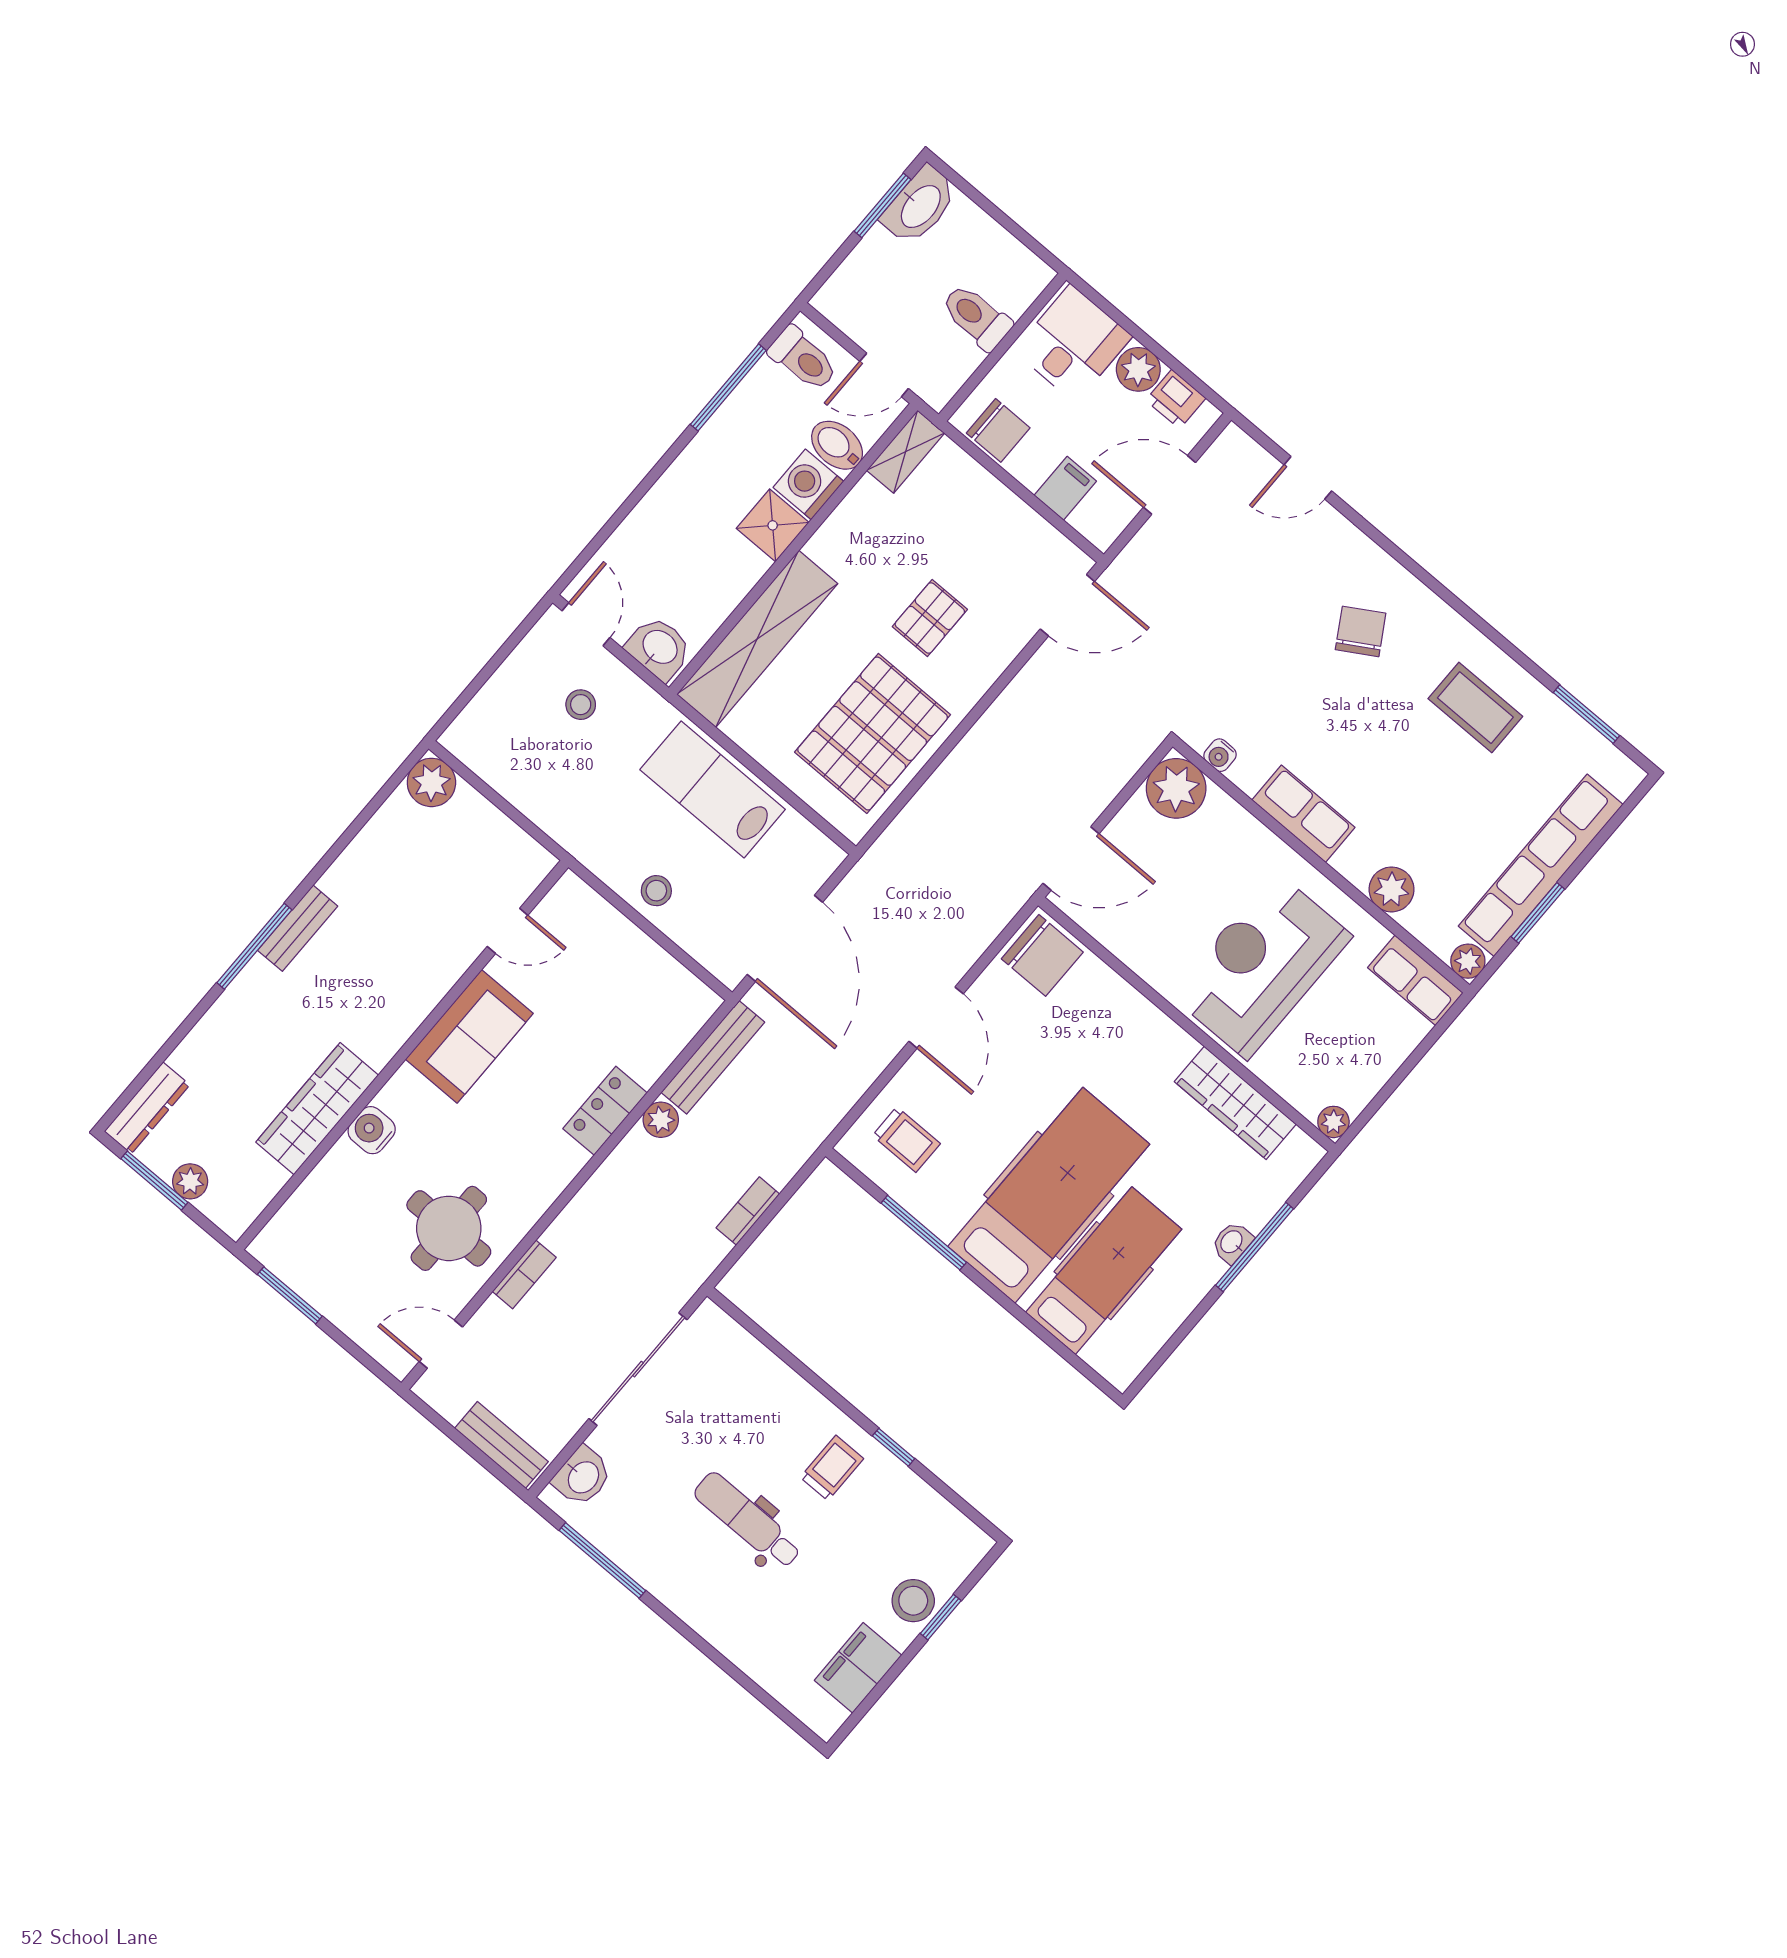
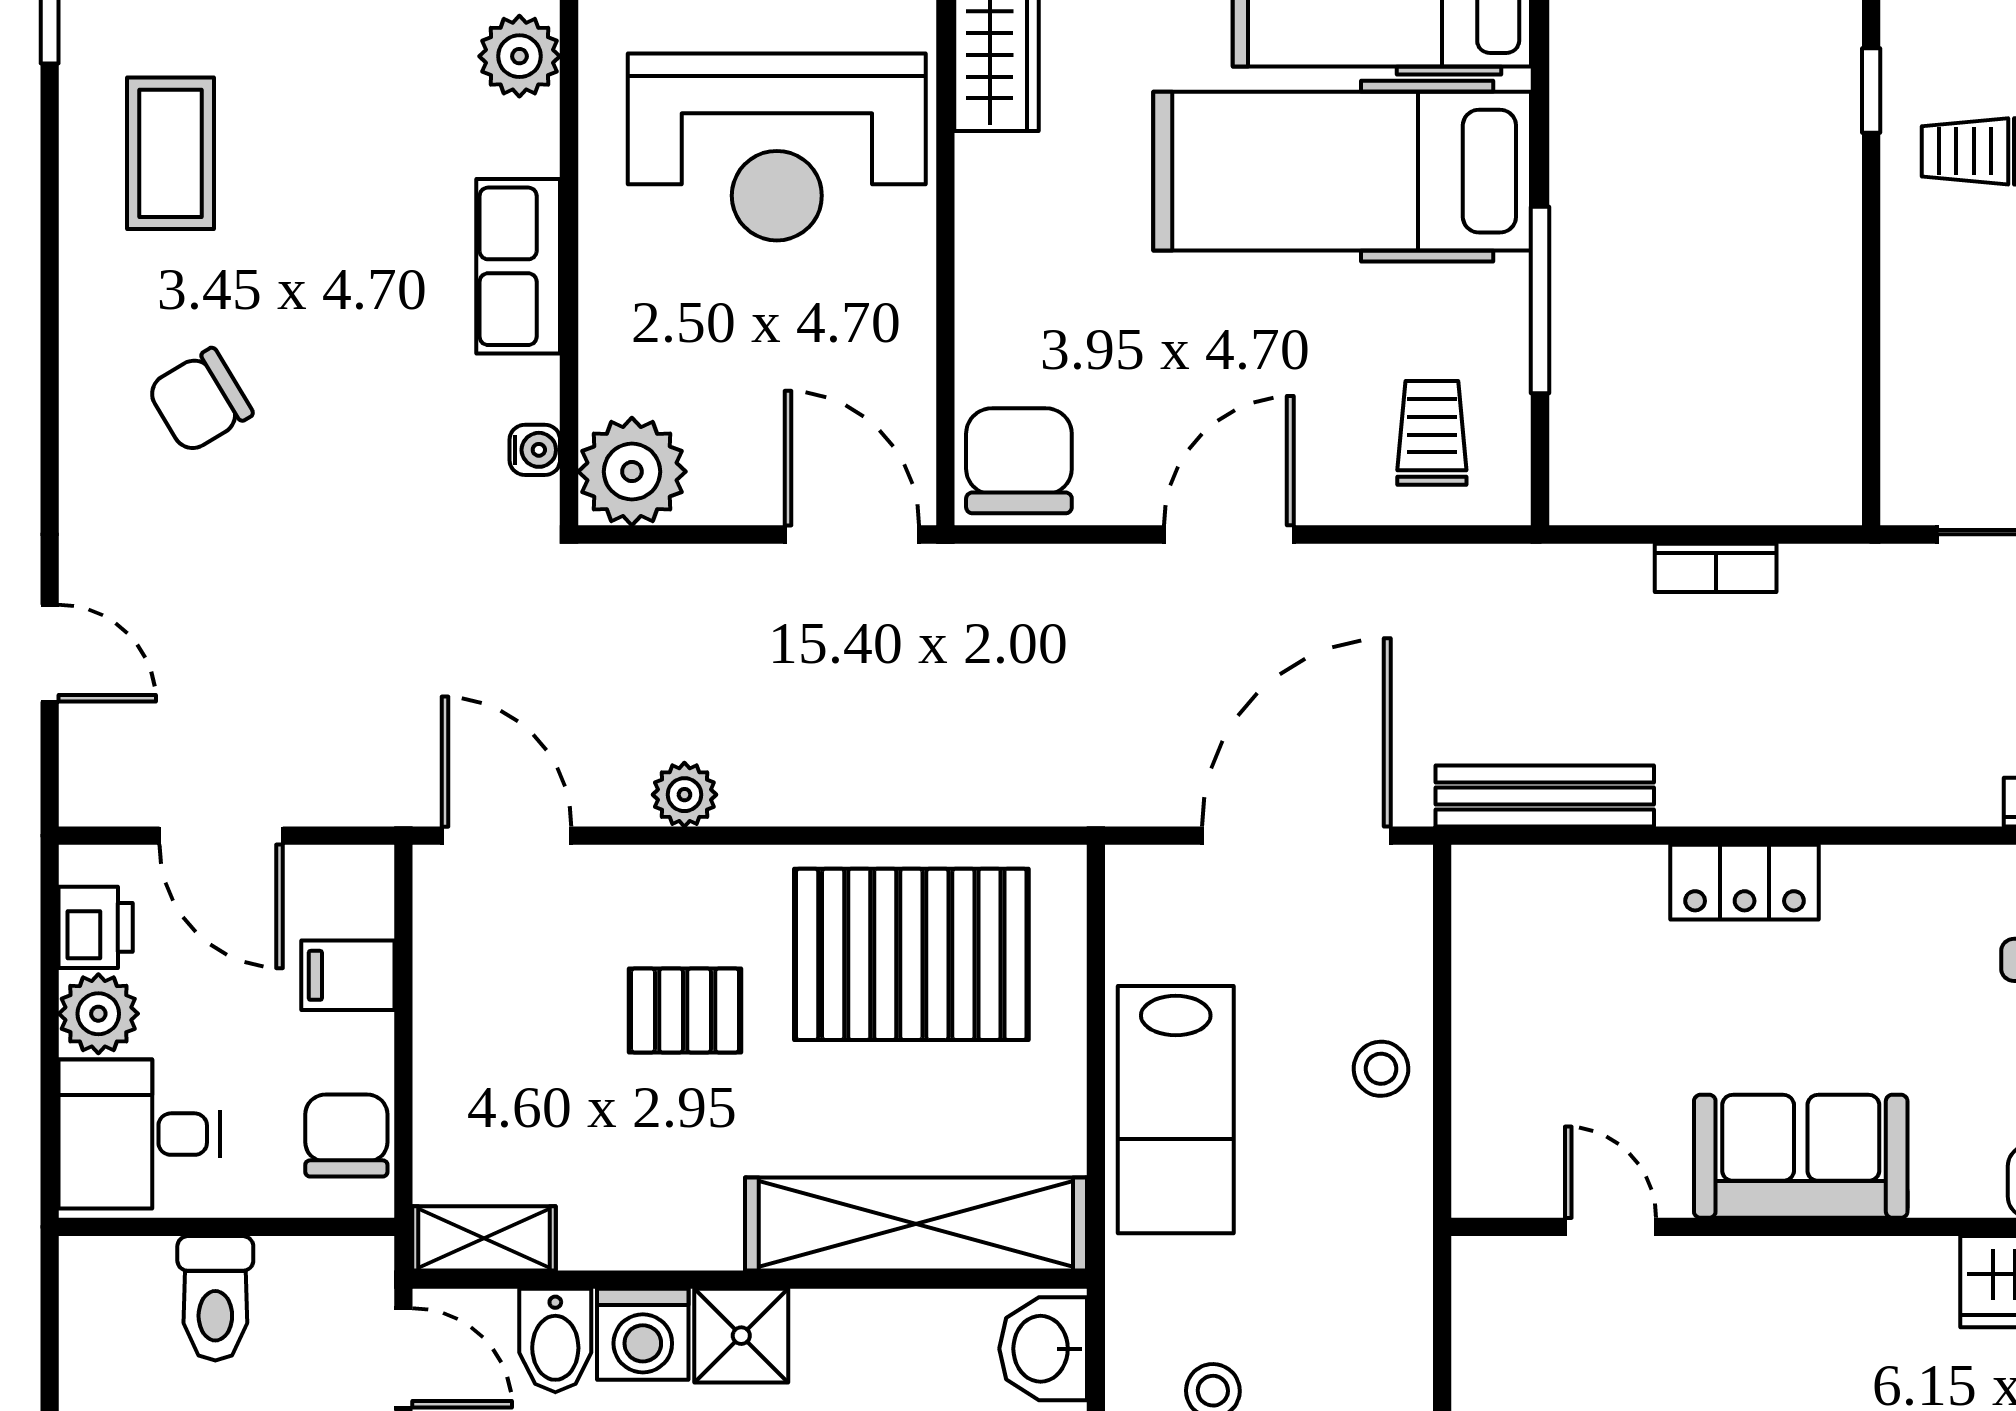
plant: (661, 1120) -> (684, 795), moved

